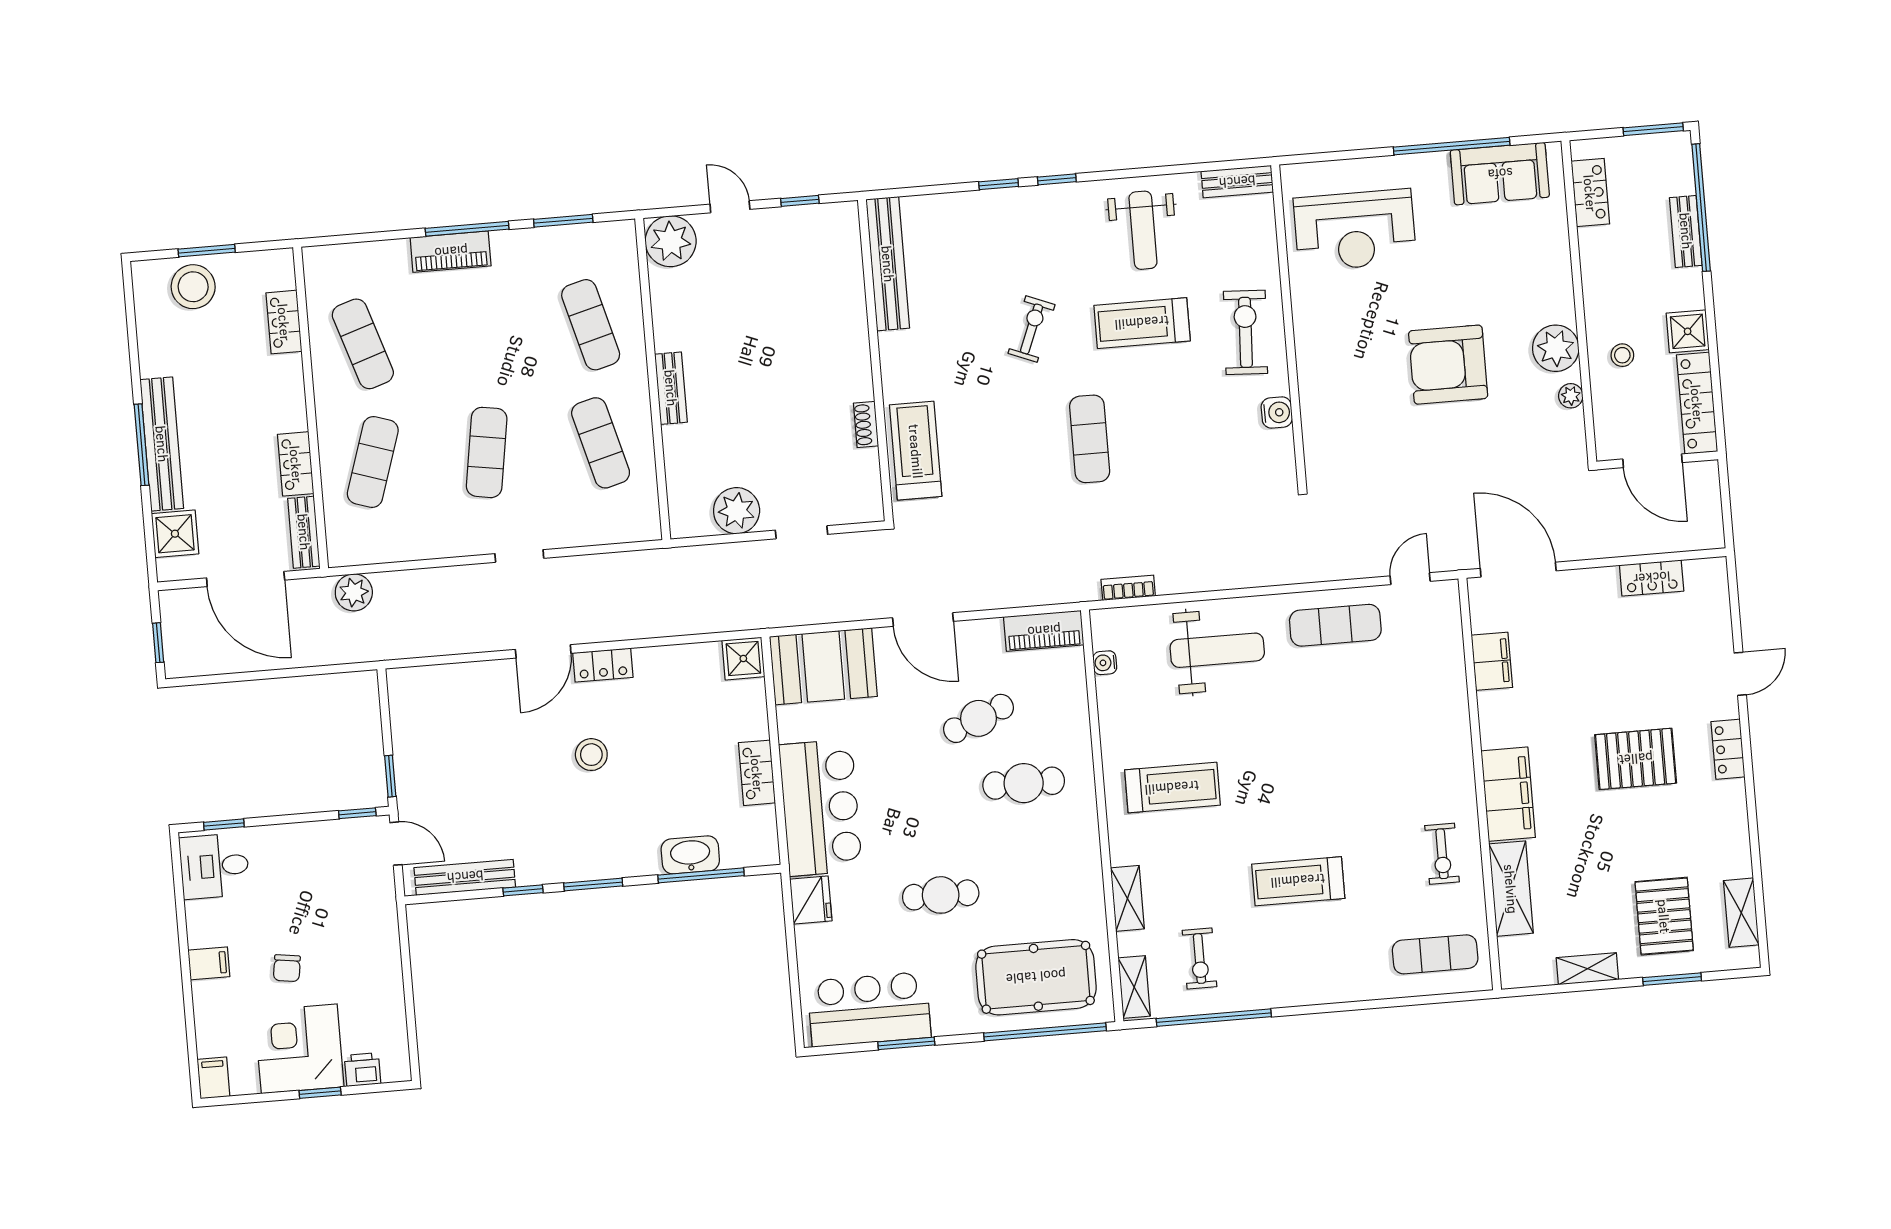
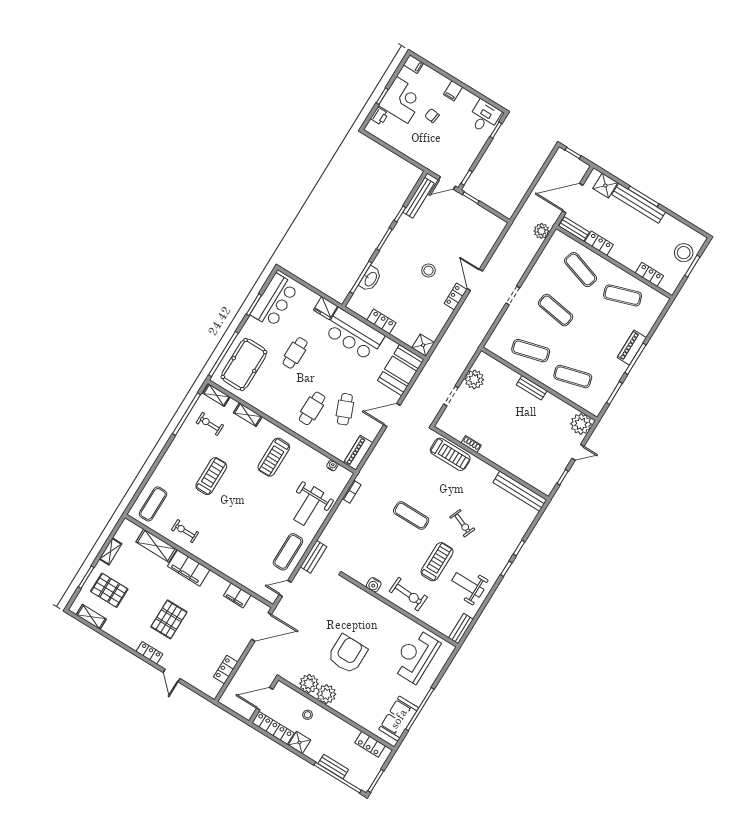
plant: (1571, 396) -> (309, 684), width x1.88, depth x1.88
bench: (1308, 569) -> (314, 557), added
door: (1410, 579) -> (285, 588), swing flipped

